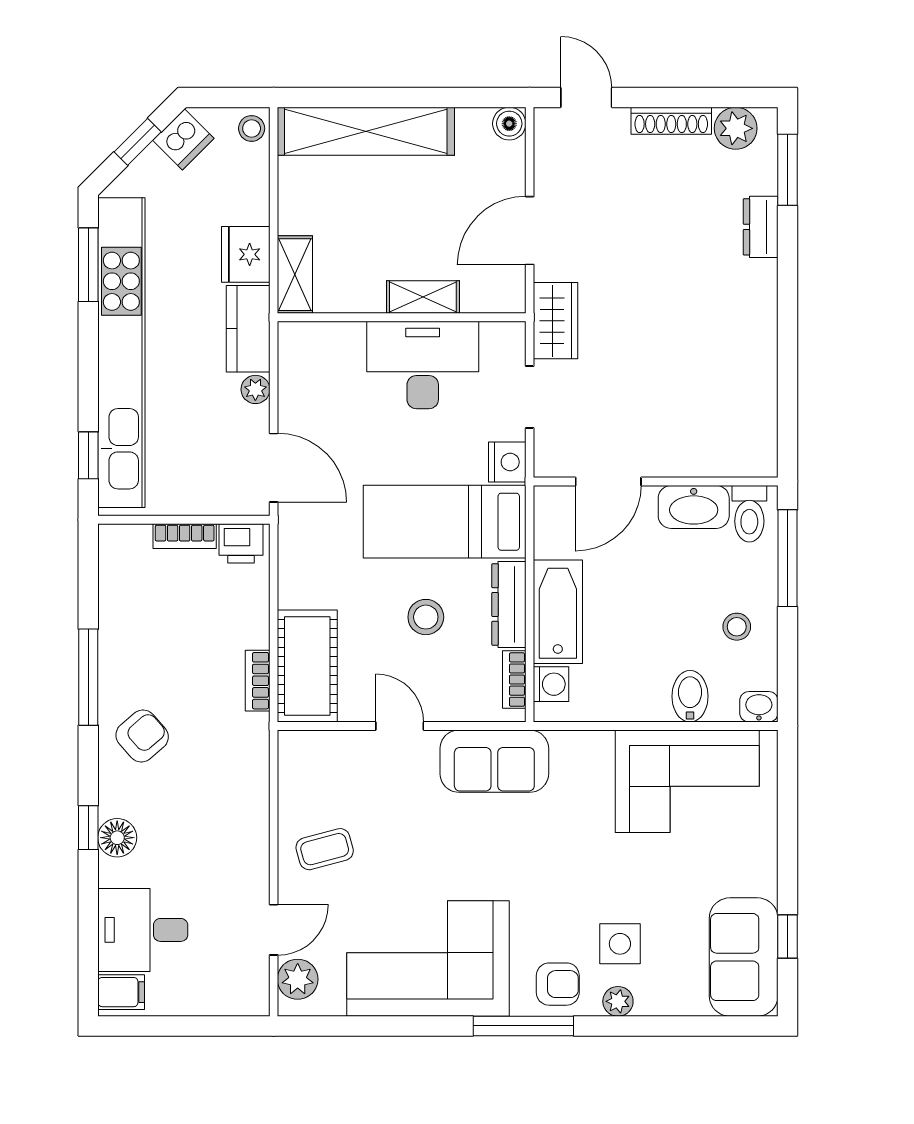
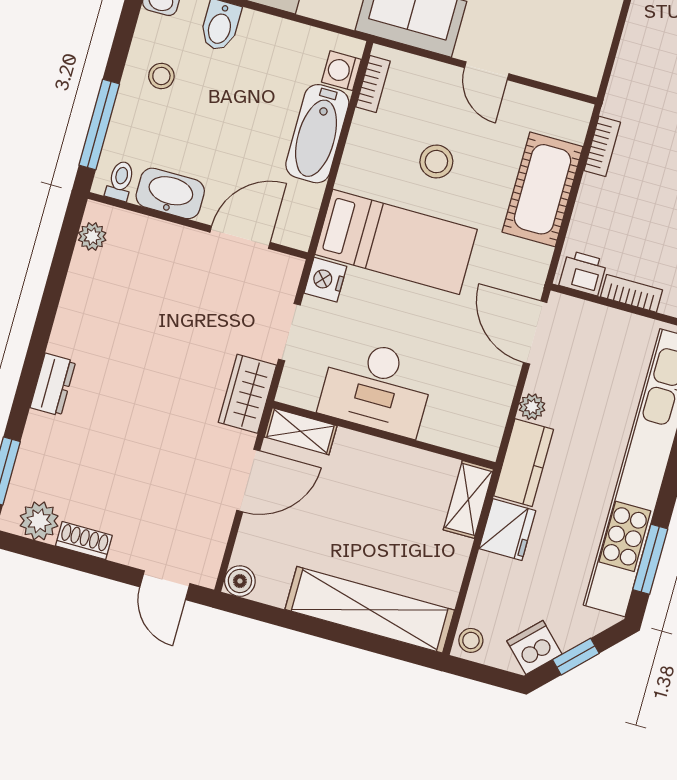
shoe rack: (671, 121) -> (84, 541), width x0.70
dresser: (761, 227) -> (53, 385), moved
shelving: (423, 297) -> (301, 431), moved
plant: (762, 440) -> (92, 236), added
toilet: (749, 514) -> (120, 181), width x0.73, depth x0.72
dresser: (509, 604) -> (359, 152), removed
cot: (307, 666) -> (543, 189), moved

